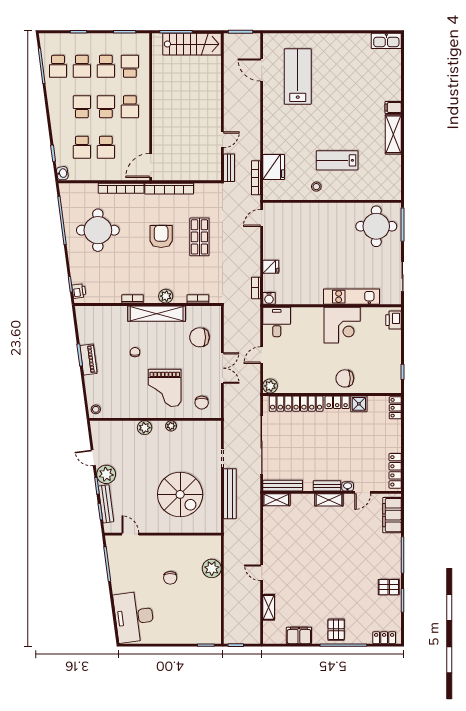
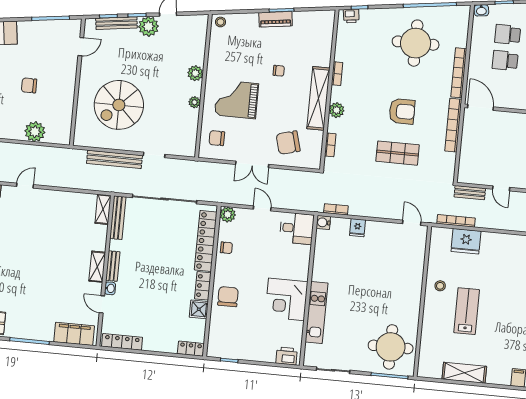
shelving: (393, 134) -> (464, 373), moved
chair: (199, 337) -> (288, 143), turned -105
chair: (300, 384) -> (226, 248), added

